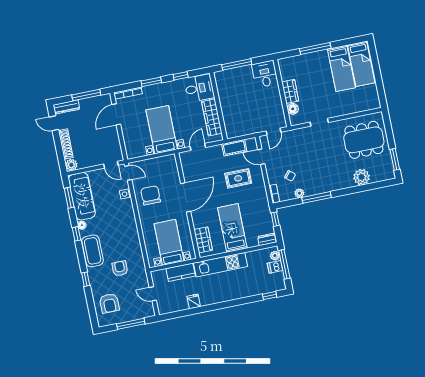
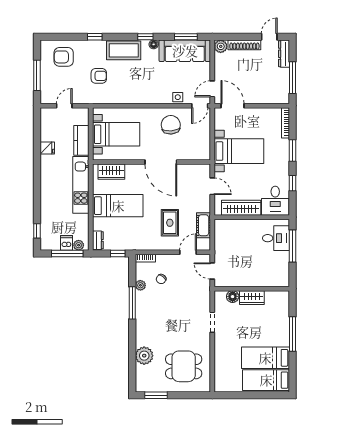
desk: (265, 74) -> (276, 238), moved
door: (116, 114) -> (233, 106), moved
dining table: (364, 140) -> (184, 366), width x0.73
chair: (151, 195) -> (171, 125), turned -94

